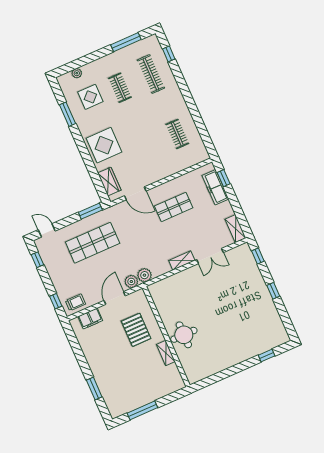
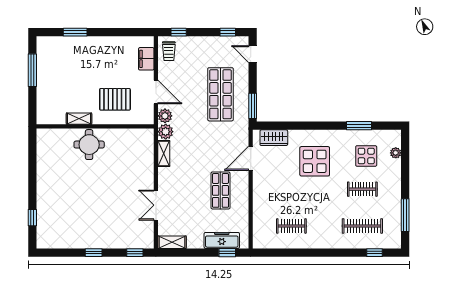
display table: (104, 145) -> (315, 161), moved
door: (47, 230) -> (253, 54), swing flipped
shelving: (182, 260) -> (164, 154), moved

